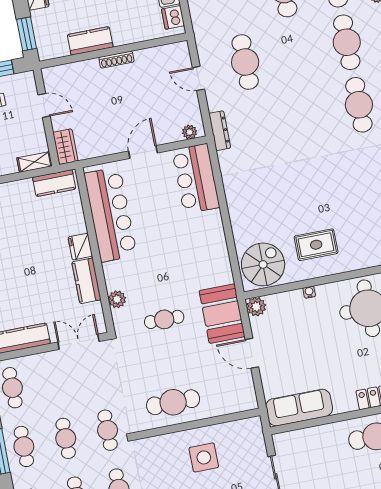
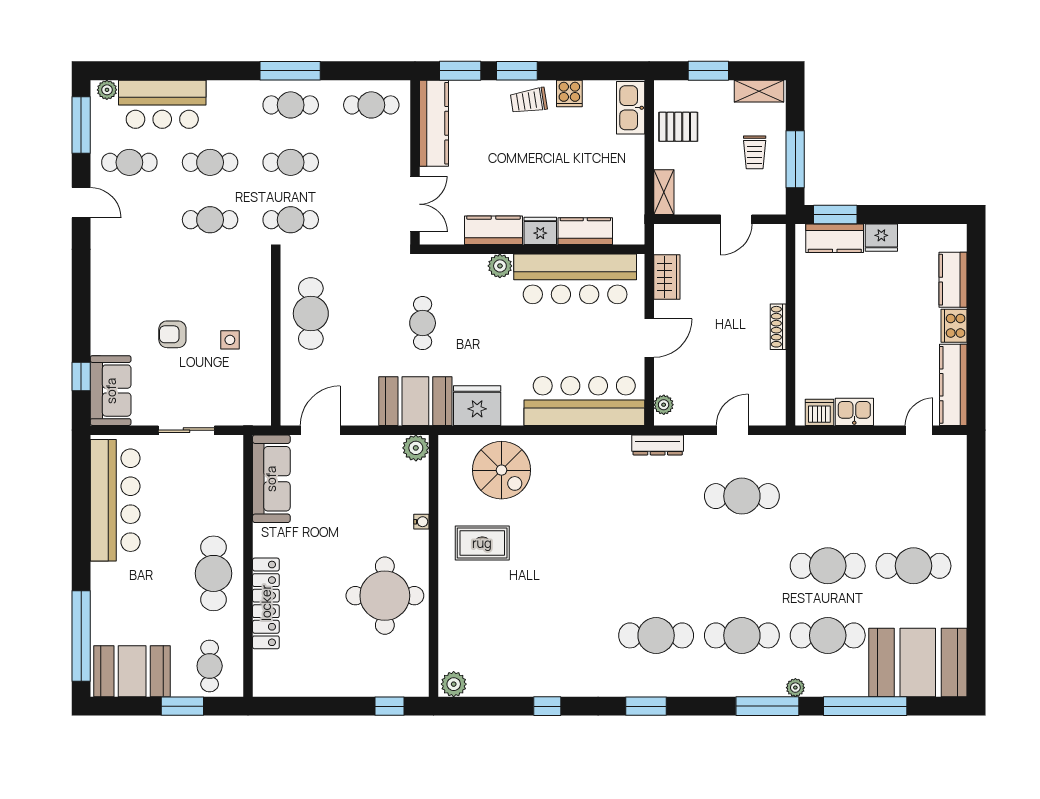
kitchen counter: (90, 41) -> (835, 238), moved, turned 90
wardrobe: (65, 147) -> (667, 277), moved, turned -90
door: (143, 152) -> (649, 338), hinge flipped
bar counter: (196, 179) -> (584, 401), width x1.36
kitchen counter: (54, 183) -> (585, 231), moved, turned 90
rug: (316, 245) -> (482, 543), turned 90
spiral stairs: (263, 264) -> (501, 470), moved
fridge: (217, 268) -> (477, 406), added
plant: (117, 299) -> (500, 266), moved
door: (252, 353) -> (320, 430), moved
side table: (204, 457) -> (230, 340), width x0.54, depth x0.54

